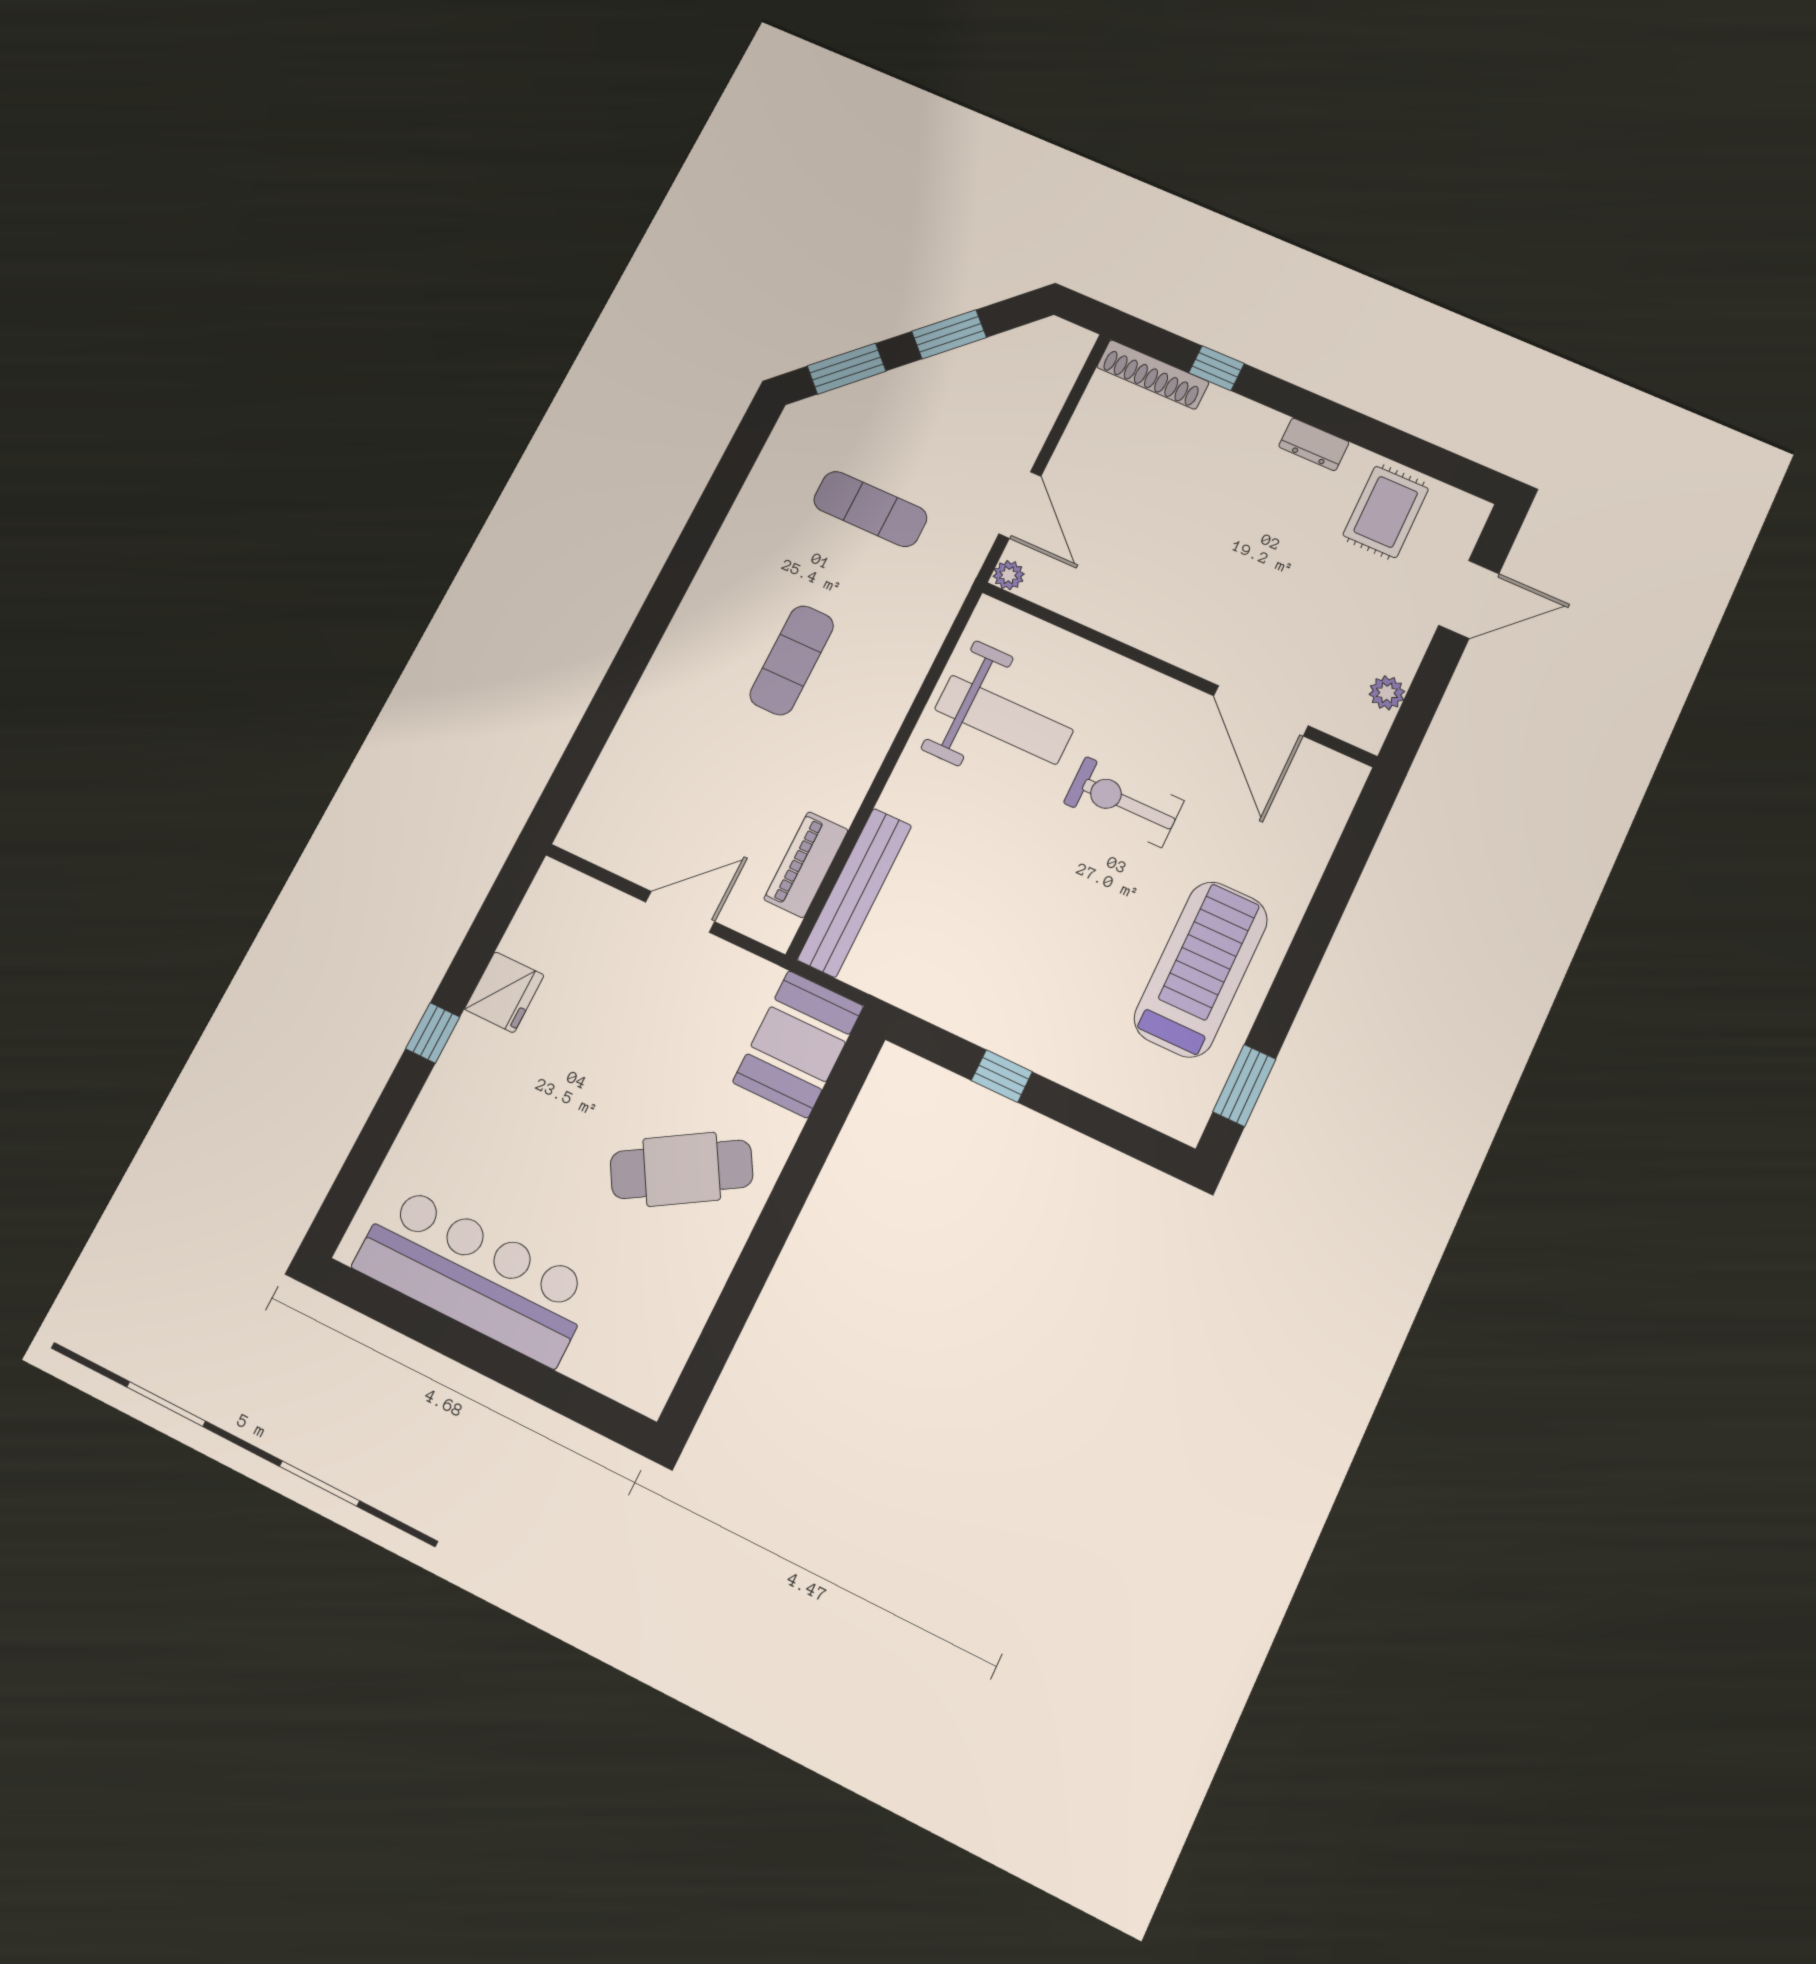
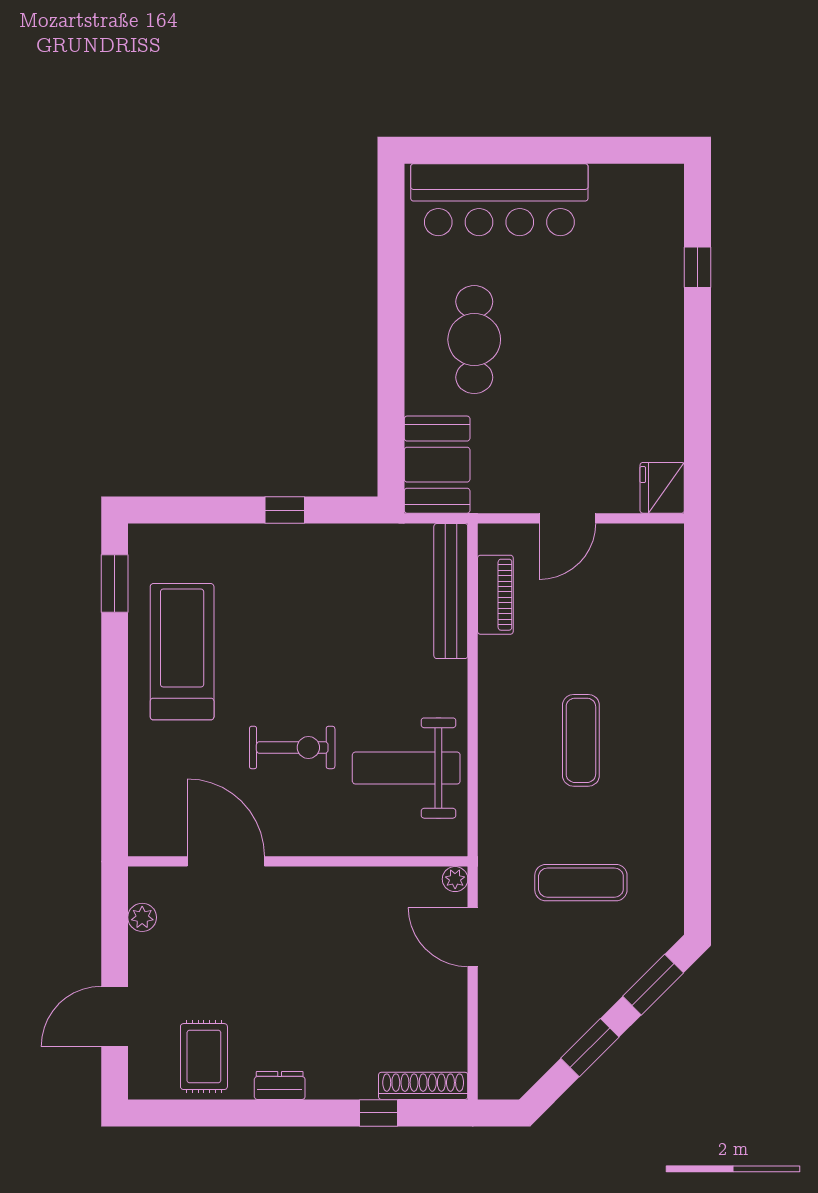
treadmill: (1201, 969) -> (182, 652), turned 180
fridge: (504, 992) -> (662, 488), moved
window: (433, 1033) -> (698, 267), moved
cafe table: (682, 1169) -> (474, 340), turned -59
bar counter: (475, 1275) -> (499, 200), moved

